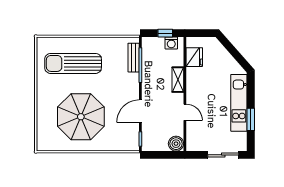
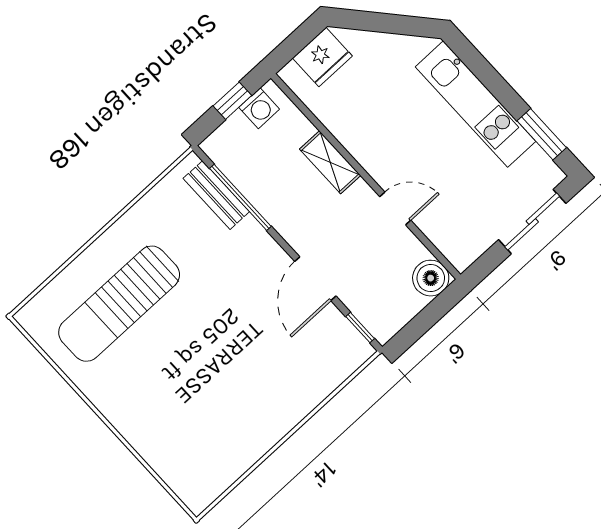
fridge: (194, 57) -> (322, 57), moved, turned 90
parasol: (81, 117) -> (219, 385), removed
window: (251, 119) -> (542, 134), moved

